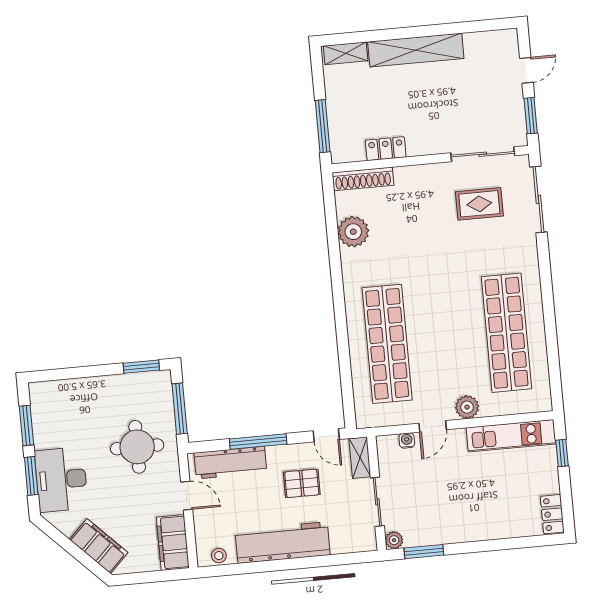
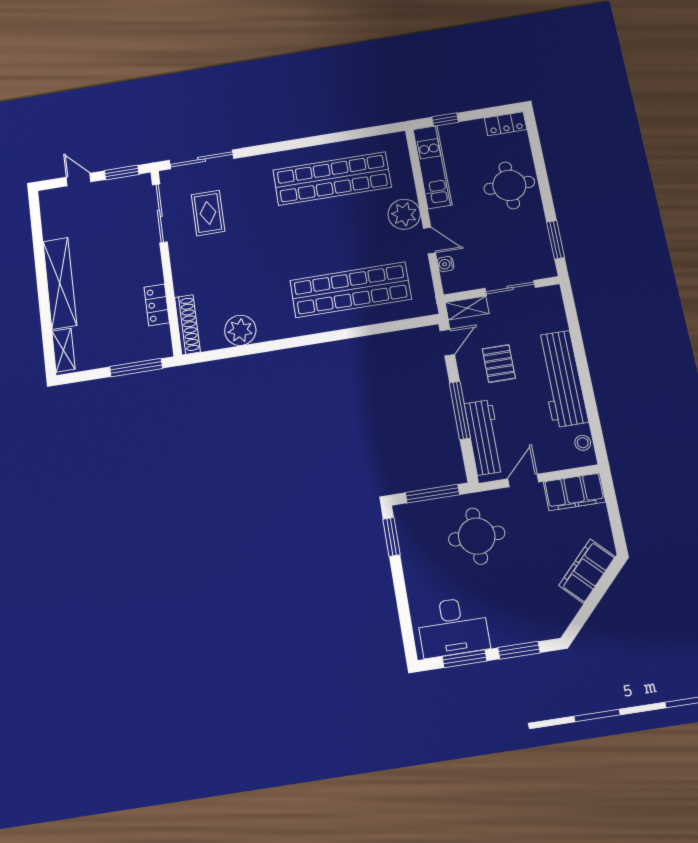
plant: (467, 407) -> (404, 214), width x1.36, depth x1.36
desk: (61, 480) -> (453, 627), moved
round table: (485, 511) -> (509, 185), added
plant: (394, 540) -> (547, 269), removed

